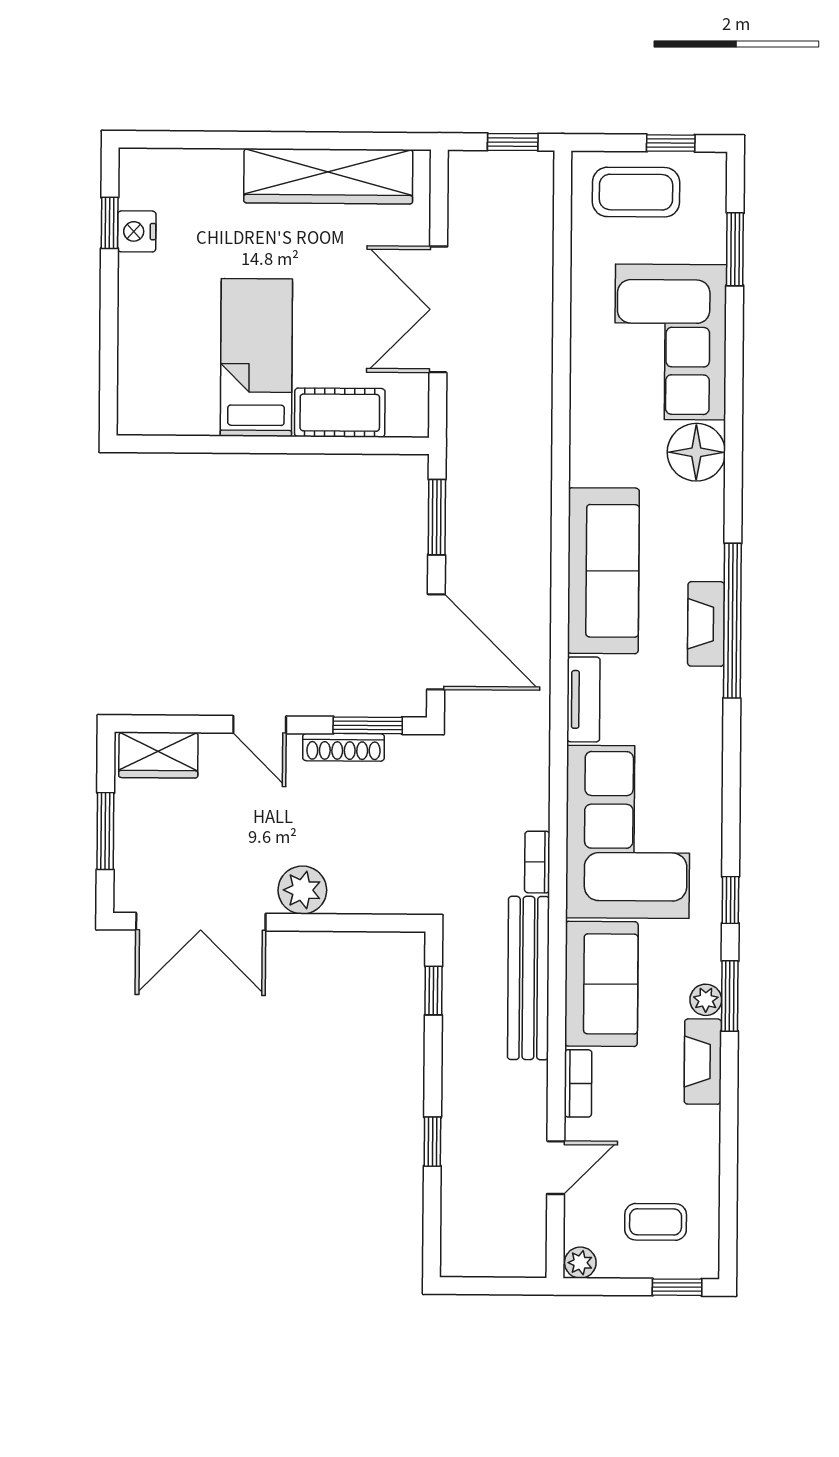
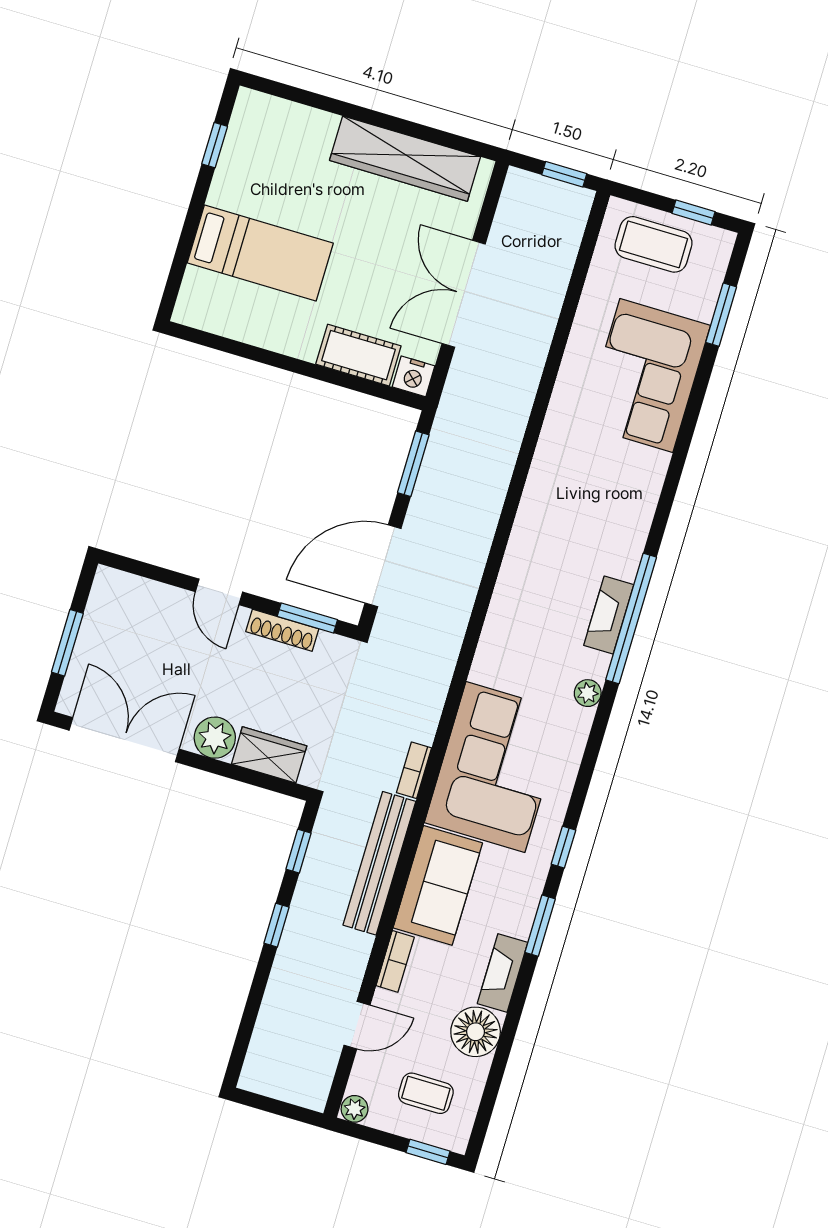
nightstand: (137, 231) -> (414, 376), moved, turned -90
bed: (256, 358) -> (260, 253), moved, turned 90
floor lamp: (696, 452) -> (476, 1032), moved
sofa: (603, 571) -> (537, 547), removed
door: (436, 642) -> (383, 566), swing flipped
tv unit: (583, 699) -> (490, 648), removed
wardrobe: (158, 755) -> (269, 755), moved, turned 180
double door: (201, 922) -> (124, 740), swing flipped
plant: (706, 1000) -> (588, 693), moved
window: (432, 1142) -> (277, 925), moved

